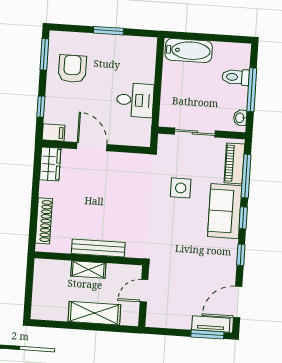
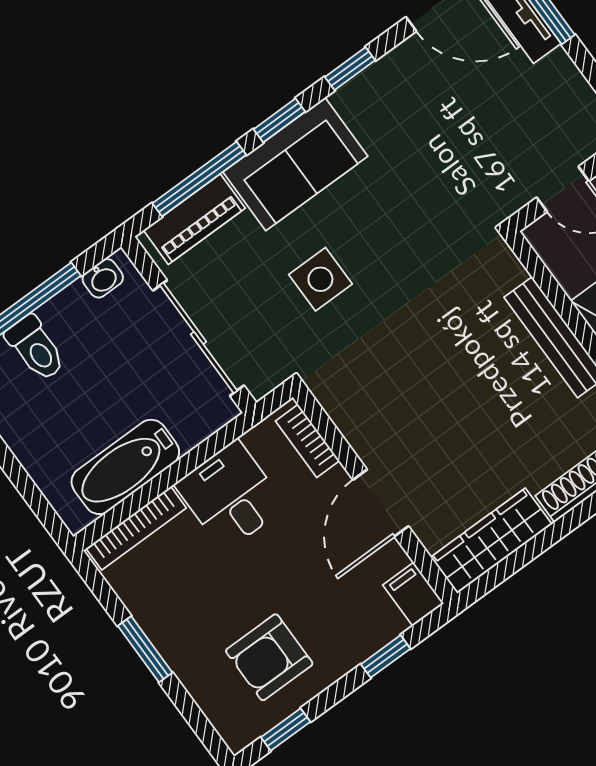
bathtub: (189, 51) -> (125, 467), moved, turned -90
window: (44, 54) -> (286, 730), width x0.67
bookcase: (150, 61) -> (136, 528), added
sliding door: (195, 133) -> (198, 338), width x1.37
bookcase: (132, 140) -> (308, 441), added
wardrobe: (50, 164) -> (491, 541), width x1.50

